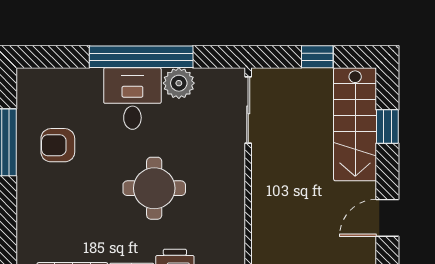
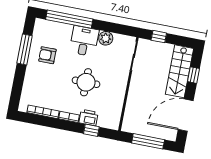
window: (141, 57) -> (69, 19), moved
window: (317, 57) -> (159, 37), moved
door: (387, 218) -> (186, 115), width x1.87

